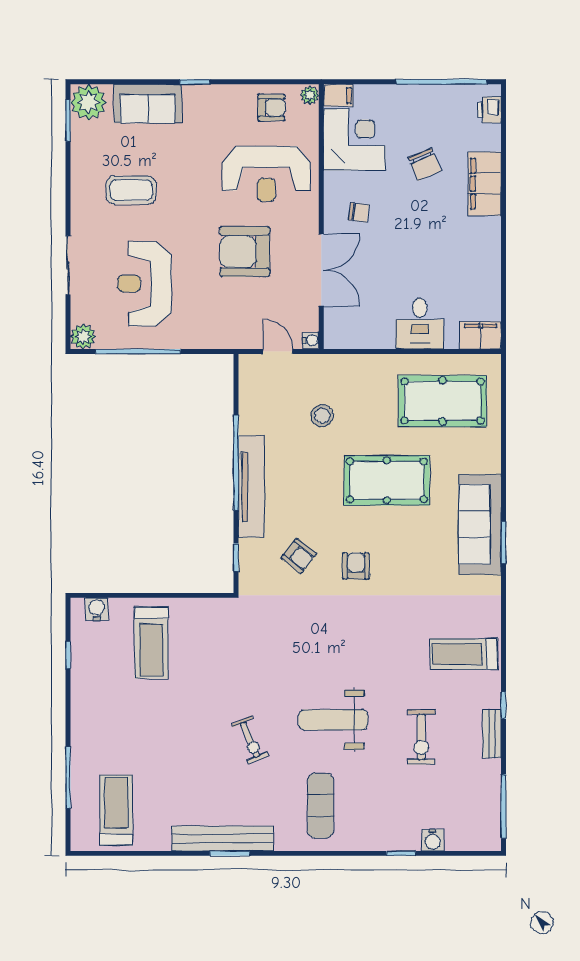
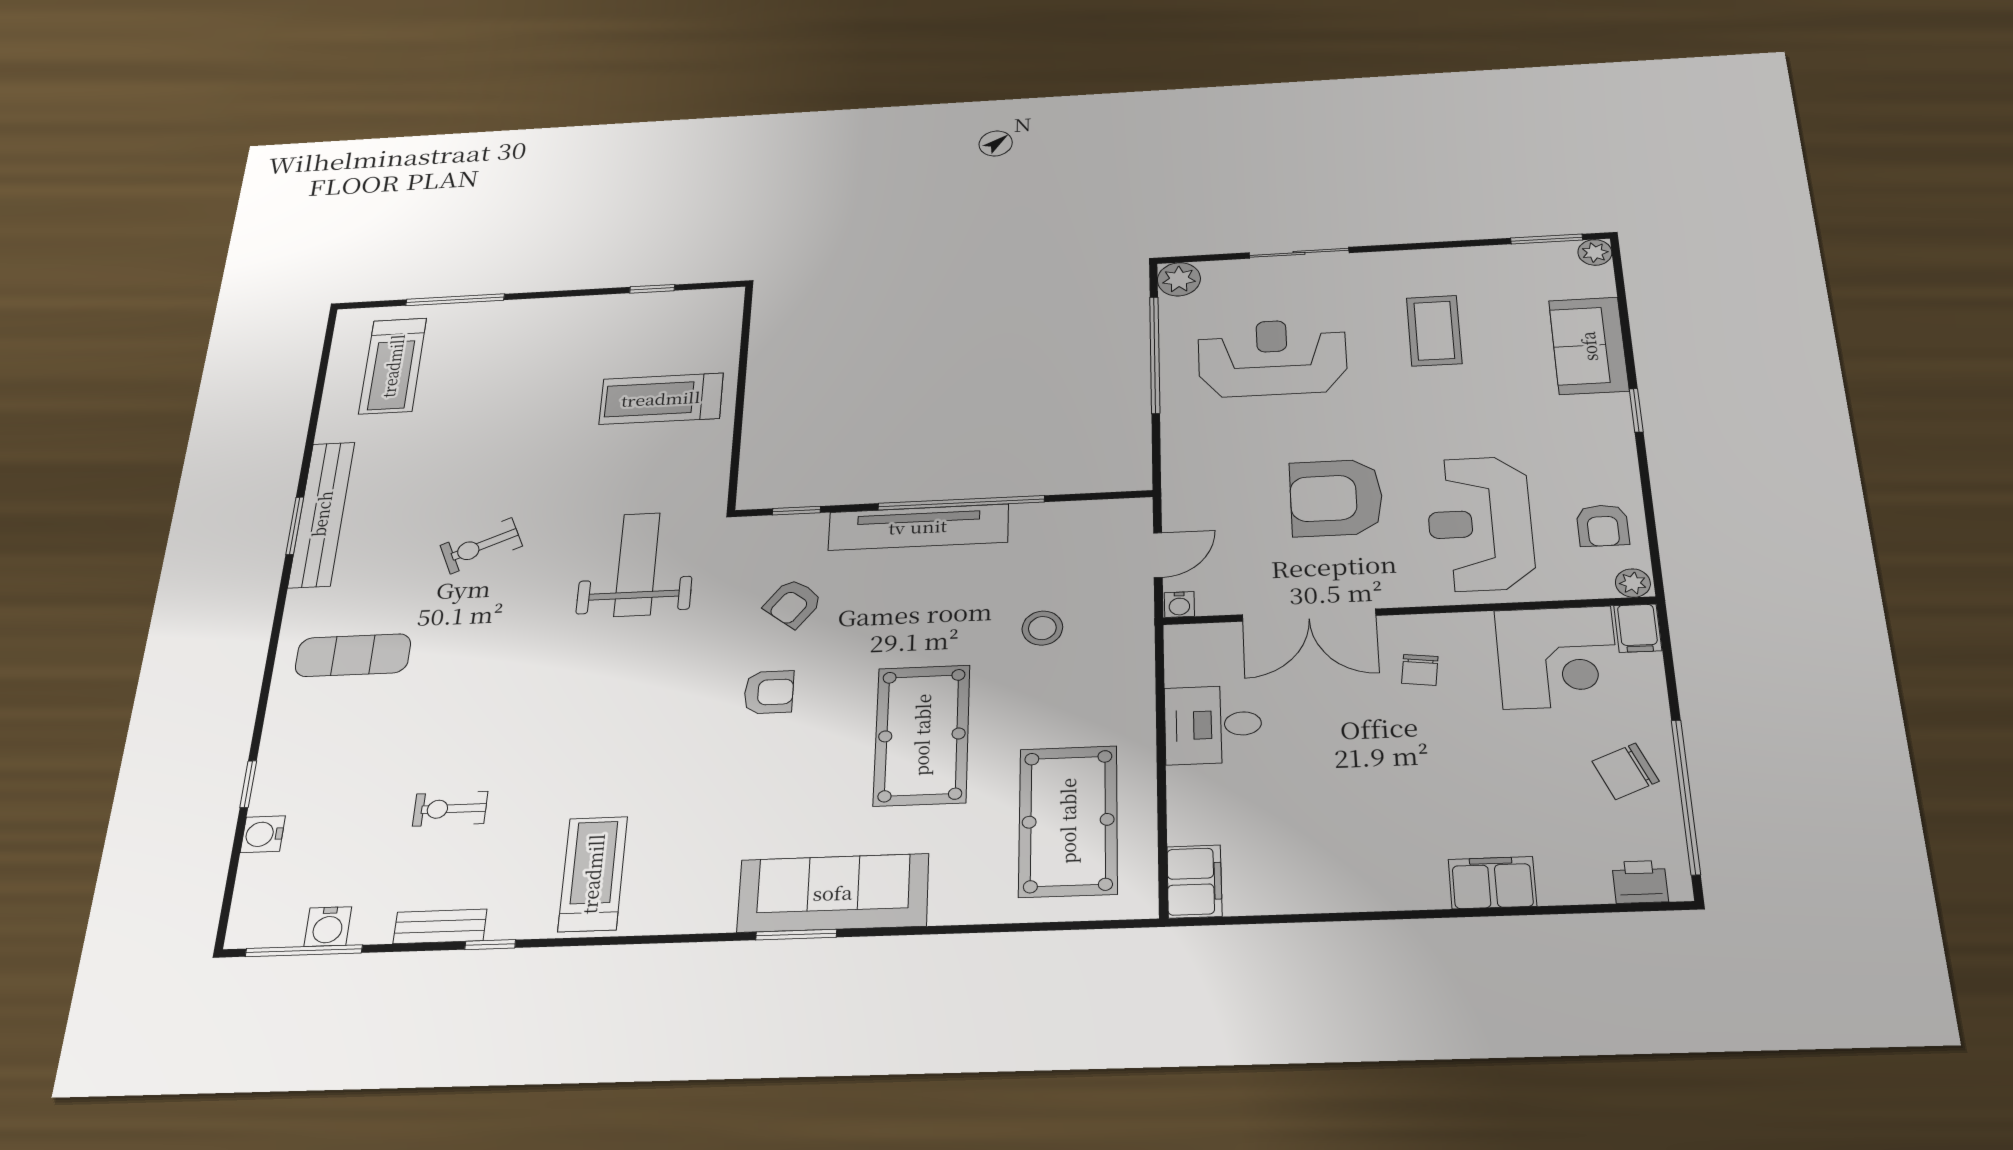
plant: (88, 102) -> (1595, 252), width x0.53, depth x0.53
chair: (425, 164) -> (1626, 771), moved
filing cabinet: (485, 184) -> (1492, 883), width x0.67, depth x0.86
armchair: (245, 252) -> (1336, 498), turned -90
desk: (420, 324) -> (1213, 725), moved
water cooler: (97, 609) -> (328, 927), moved, turned 90
weight bench: (333, 720) -> (637, 564), moved
exercise bike: (421, 737) -> (450, 809), width x0.73, depth x0.72
treadmill: (116, 810) -> (393, 366), turned 90

